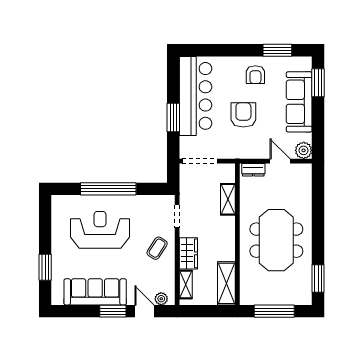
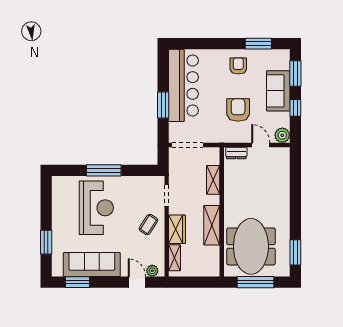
armchair: (255, 75) -> (238, 66), turned 180
sofa: (299, 102) -> (278, 91), width x0.73
armchair: (243, 115) -> (238, 110), moved
window: (318, 120) -> (295, 108), added
window: (108, 189) -> (104, 170), width x0.68
reception desk: (100, 230) -> (96, 208), turned 90
meeting table: (276, 240) -> (251, 246), moved
shelving: (226, 283) -> (212, 225), moved
window: (113, 311) -> (77, 282), moved

